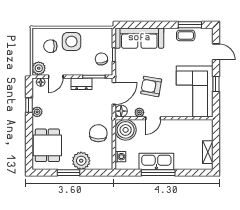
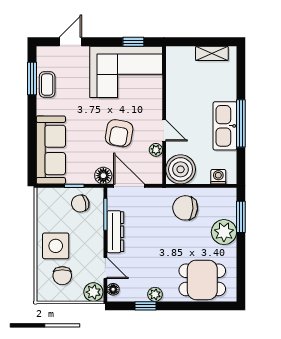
dresser: (81, 84) -> (115, 232), width x1.44
window: (216, 84) -> (133, 42), moved
floor lamp: (121, 111) -> (103, 176), moved
window: (69, 173) -> (241, 217), moved

